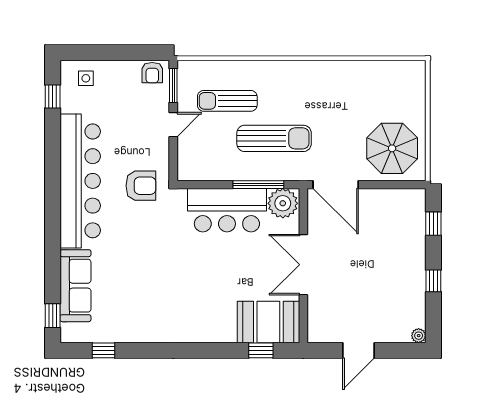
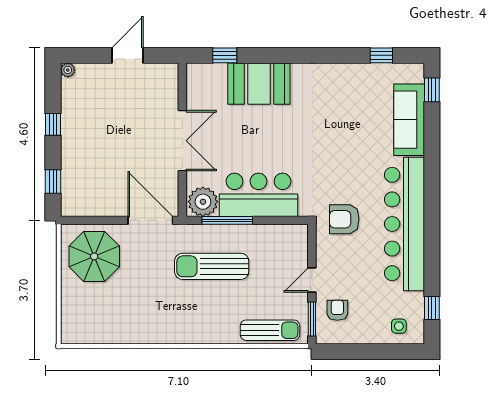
armchair: (152, 73) -> (337, 310), moved
sun lounger: (227, 101) -> (270, 330), moved
booth: (268, 322) -> (259, 84), moved

